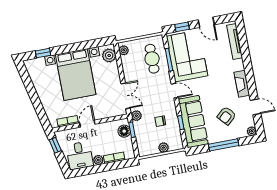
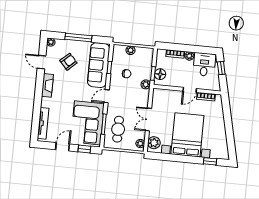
door: (206, 22) -> (63, 147), hinge flipped
door: (175, 91) -> (107, 96), hinge flipped
double door: (126, 96) -> (148, 120), moved
window: (55, 145) -> (221, 68), moved

